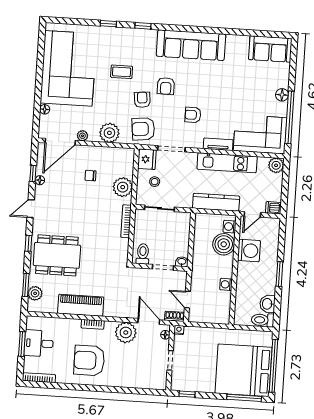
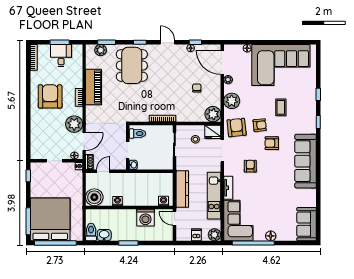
plant: (123, 187) -> (213, 114), moved
dishwasher: (273, 208) -> (196, 235), moved
boiler: (224, 244) -> (94, 197), moved

